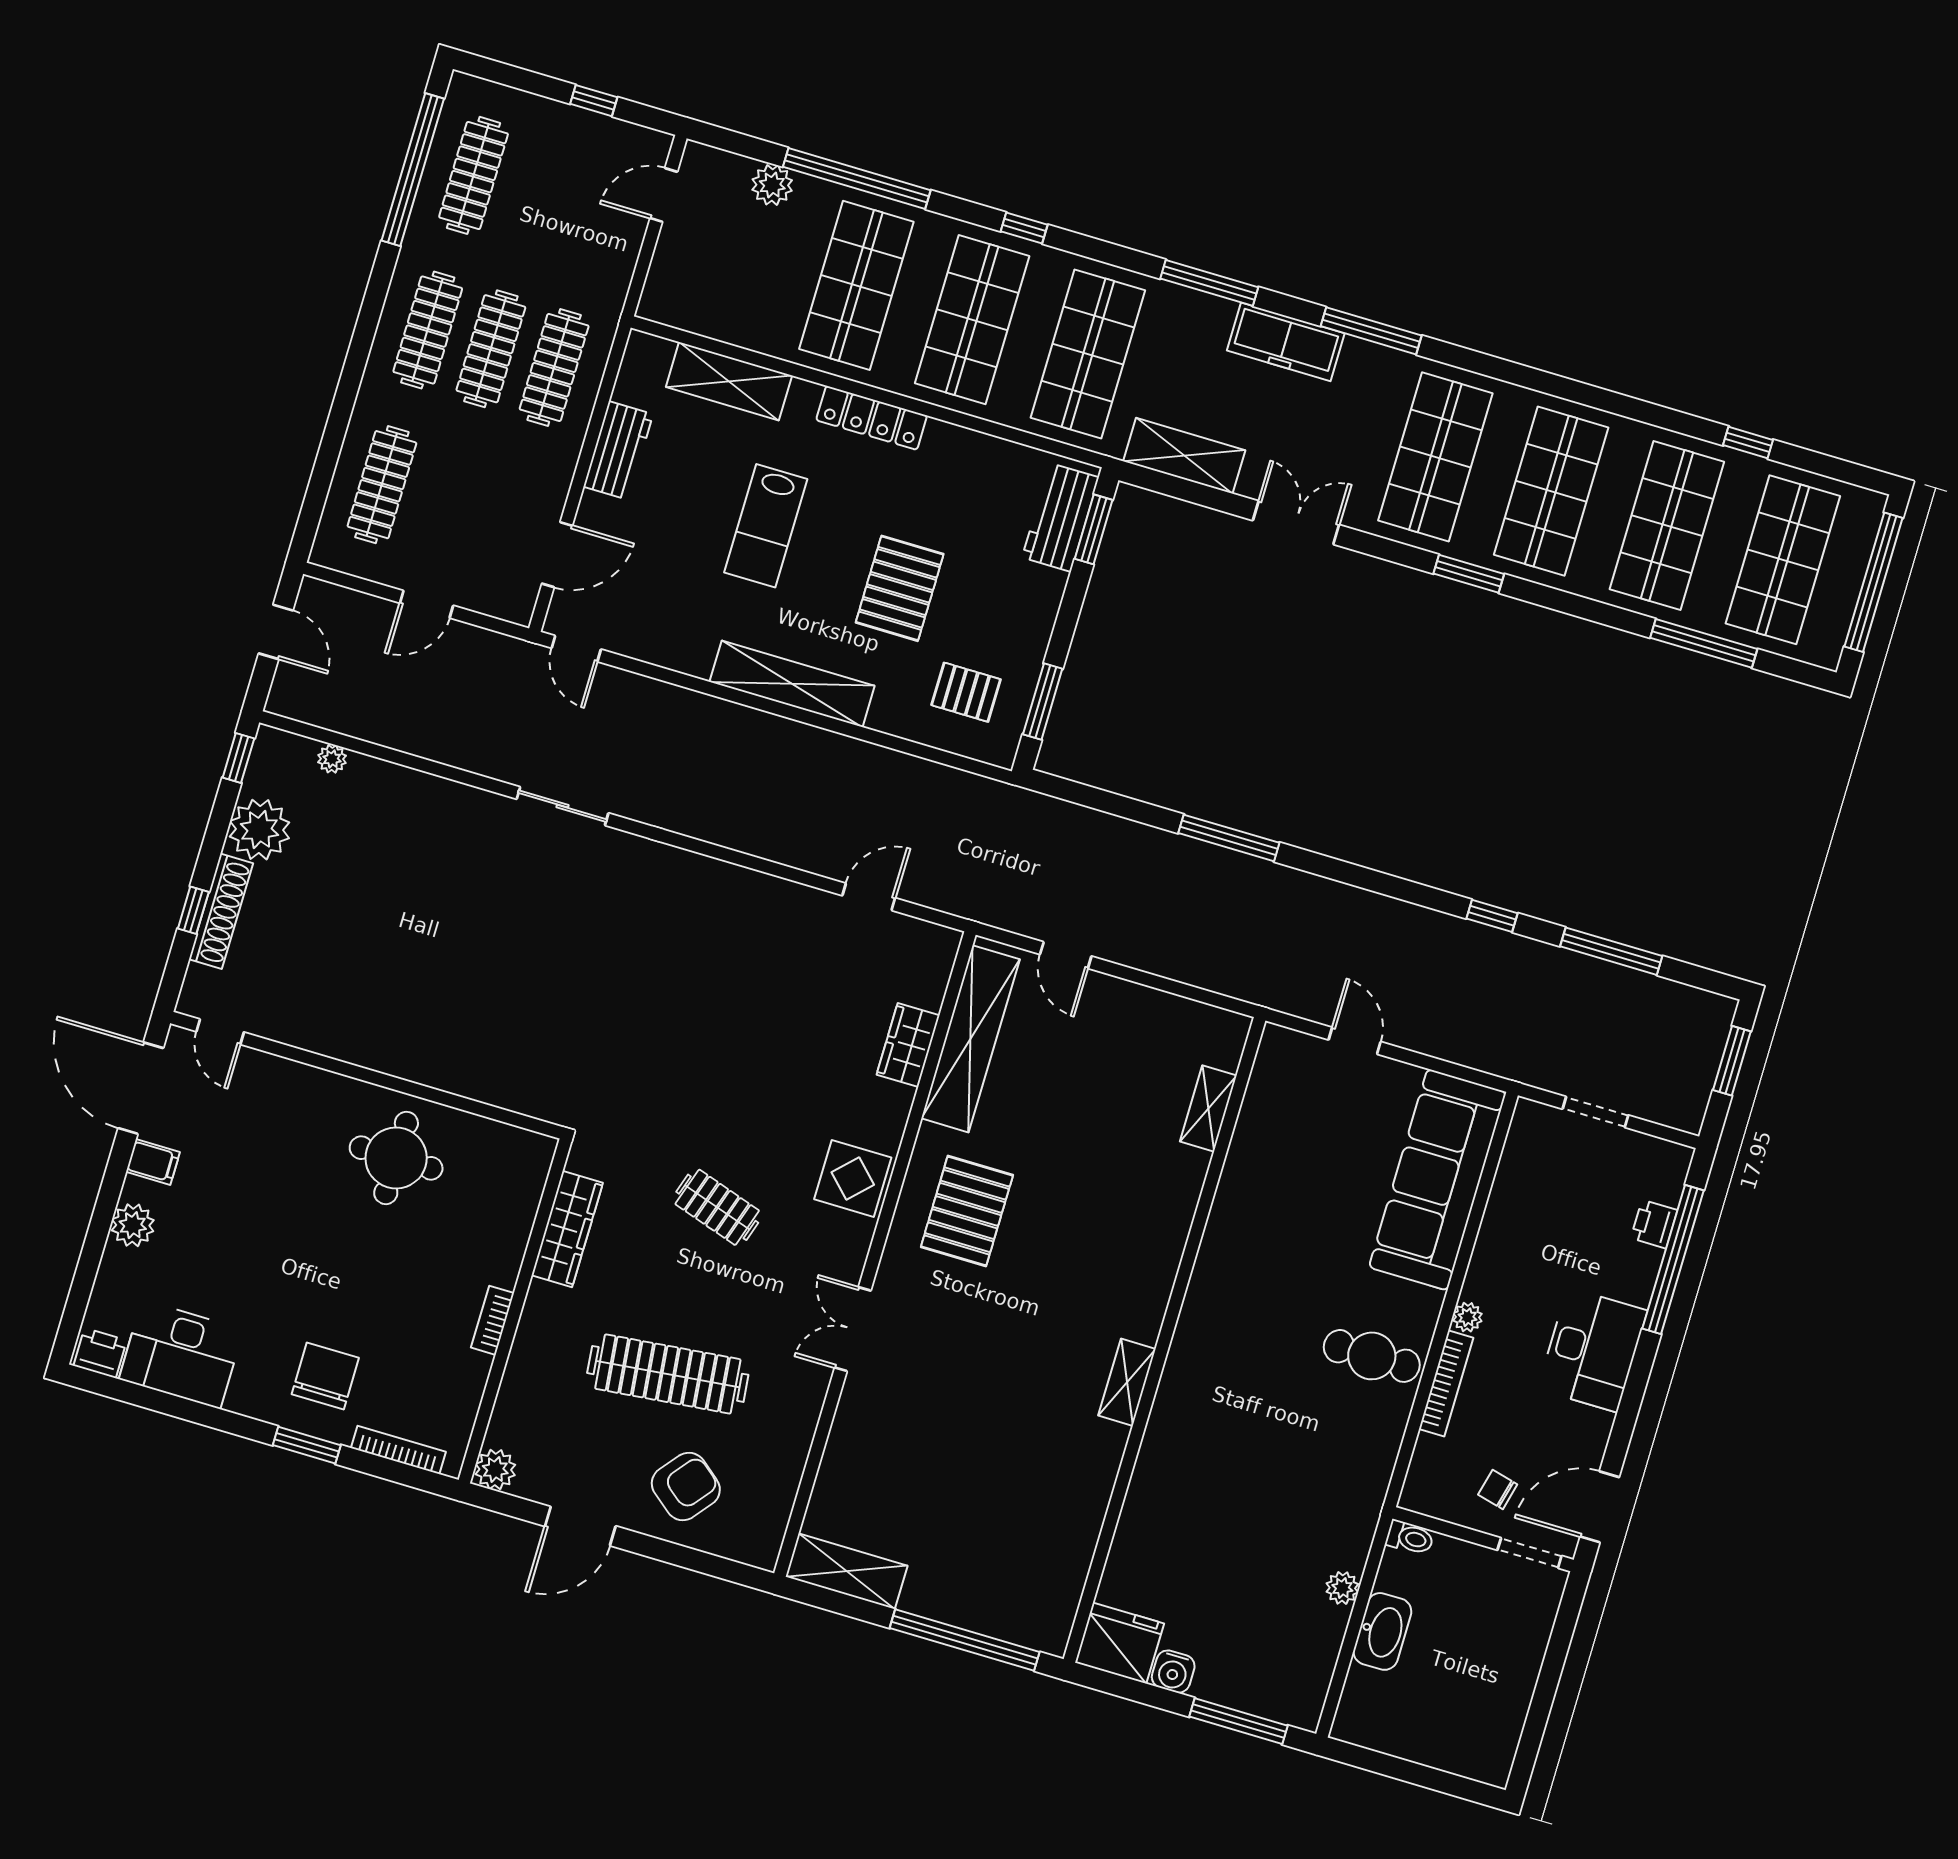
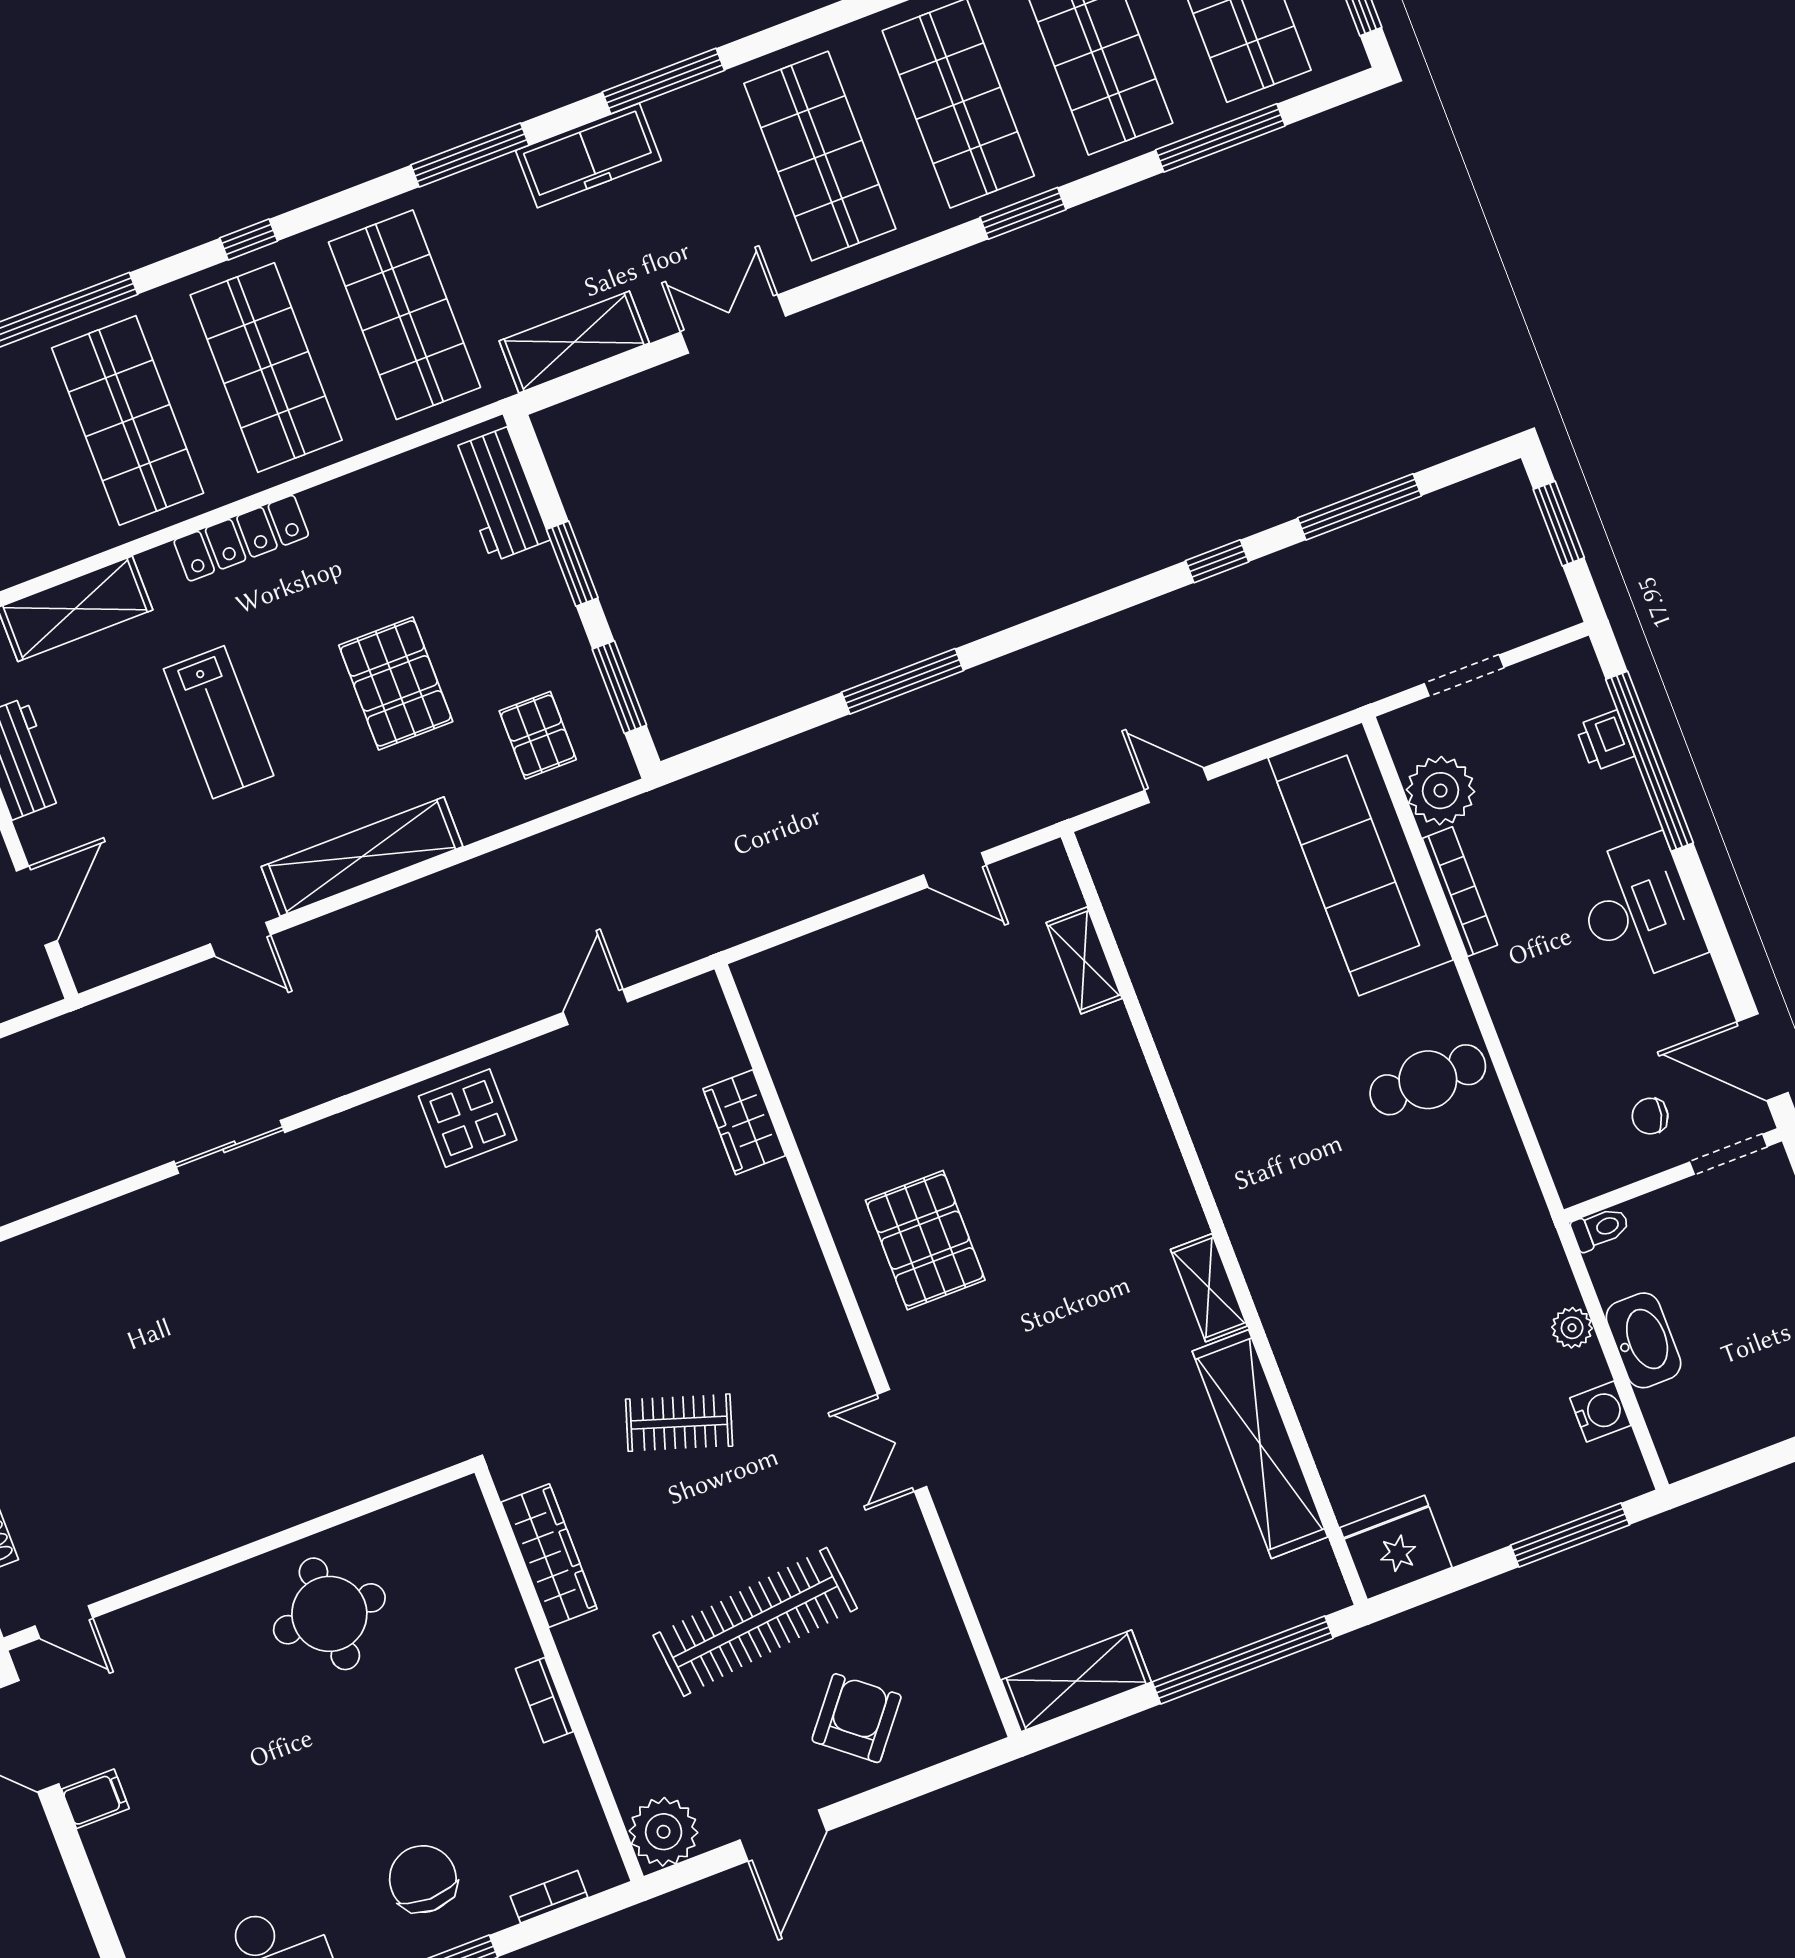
window: (1094, 529) -> (572, 564), moved
window: (1469, 574) -> (1023, 213), moved
door: (576, 649) -> (240, 939), moved
pallet: (966, 692) -> (538, 735), turned 90
door: (1066, 955) -> (955, 870), moved
shelving: (971, 1039) -> (1260, 1444), moved
display table: (853, 1178) -> (468, 1118), moved
plant: (133, 1225) -> (123, 1876), removed
plant: (1467, 1317) -> (1441, 791), moved, width x1.87, depth x1.87
bookcase: (1446, 1383) -> (1460, 892), moved
bookcase: (398, 1450) -> (549, 1897), width x0.64
plant: (495, 1470) -> (664, 1832), width x1.36, depth x1.36
door: (1600, 1507) -> (1762, 1057), hinge flipped
water cooler: (1173, 1672) -> (1600, 1412), moved, turned -90

